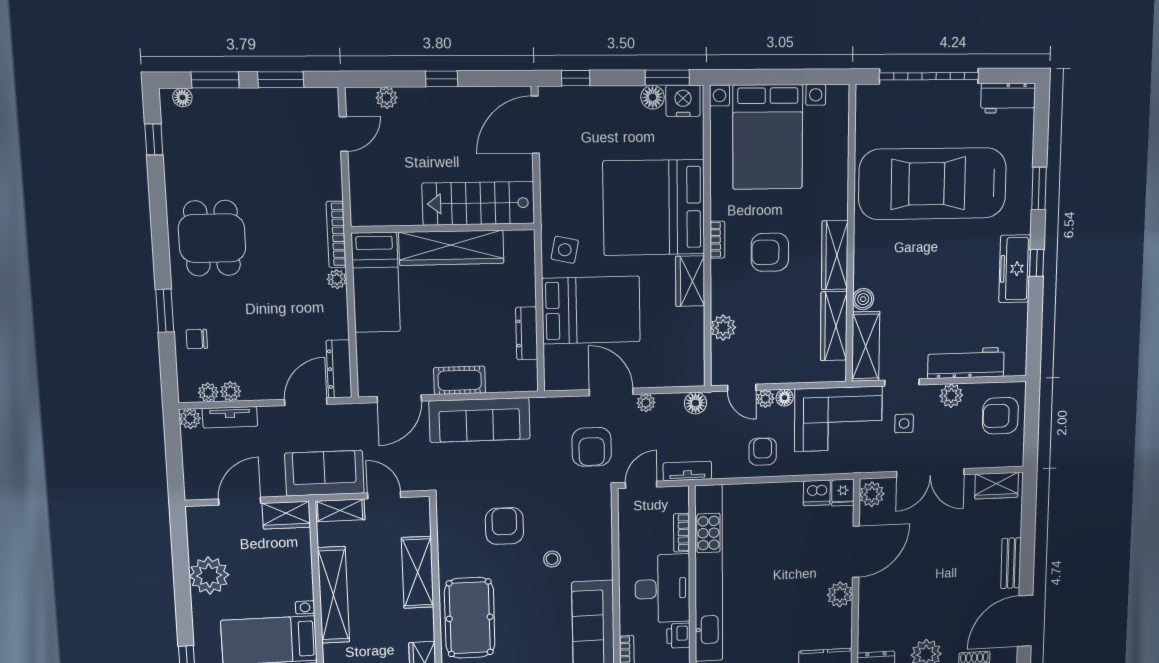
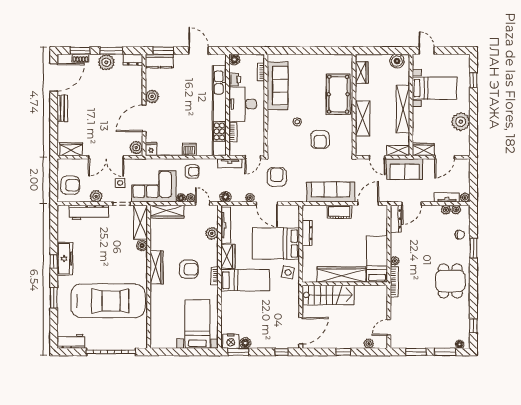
bed with nightstands: (768, 137) -> (197, 324), width x0.73
bed: (654, 208) -> (245, 280), width x0.49
wardrobe: (834, 326) -> (167, 212), moved, turned 90
tv unit: (695, 345) -> (226, 225), added
armchair: (763, 452) -> (192, 171), turned -90
double door: (930, 473) -> (106, 157), swing flipped
dishwasher: (817, 493) -> (189, 149), moved

